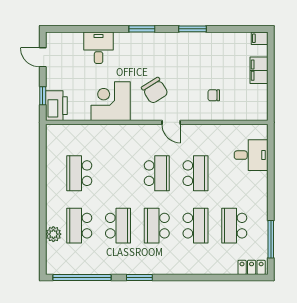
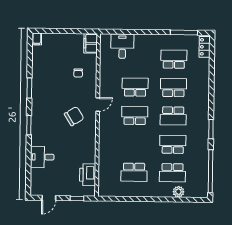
filing cabinet: (259, 70) -> (91, 43), moved, turned 90
corner desk: (111, 101) -> (82, 149), removed
printer: (56, 106) -> (88, 175), moved, turned -90
school desk: (234, 226) -> (174, 59), turned 180

